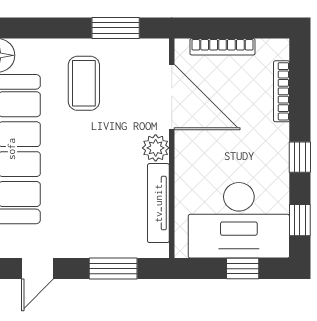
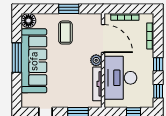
window: (116, 28) -> (69, 9), moved
desk: (239, 220) -> (120, 78), moved, turned 90

